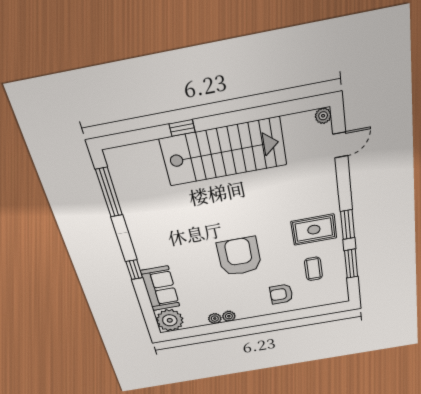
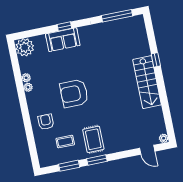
stairs: (224, 152) -> (147, 82), width x0.73, depth x0.66
armchair: (239, 256) -> (74, 93), turned 180
sofa: (160, 289) -> (63, 40), moved

